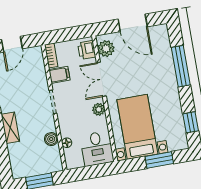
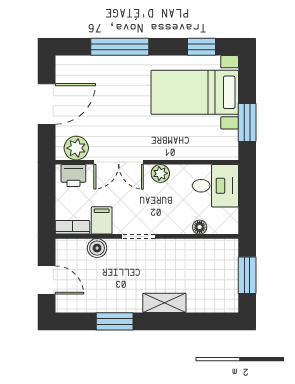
bed with nightstands: (137, 127) -> (195, 92), moved
boiler: (51, 139) -> (97, 248), moved
window: (159, 160) -> (247, 123), moved

